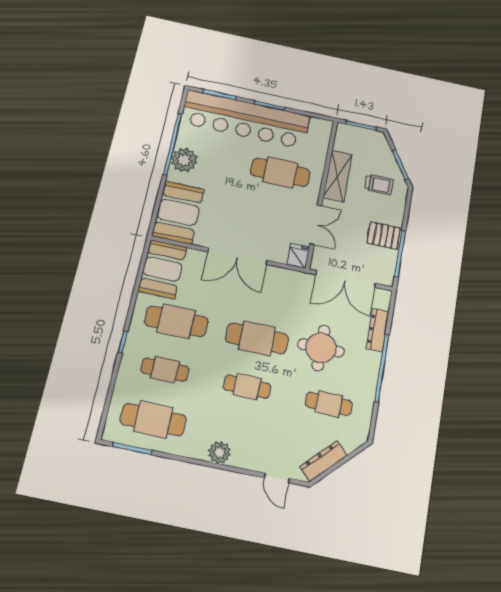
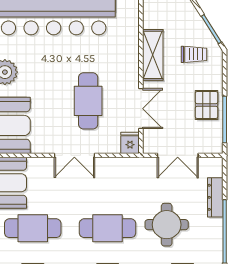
cafe table: (280, 172) -> (88, 101), moved, turned 90
pallet: (384, 236) -> (207, 105), turned 90
double door: (238, 256) -> (74, 155), width x0.73
double door: (346, 279) -> (178, 155), width x0.73

